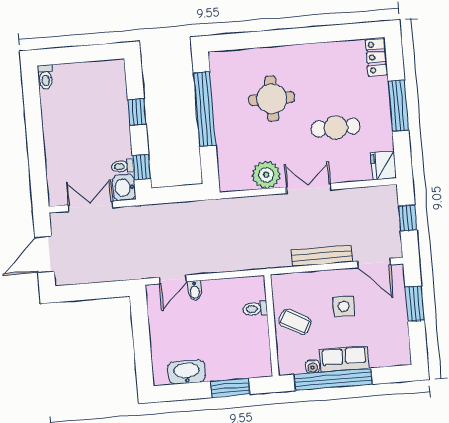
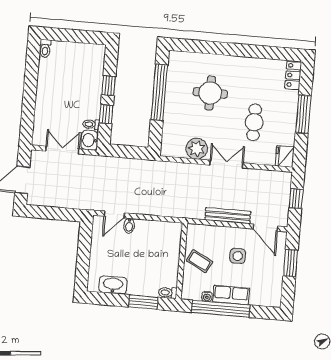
cafe table: (336, 127) -> (254, 122), turned 90
window: (141, 167) -> (106, 114), moved
toilet: (255, 309) -> (168, 293), moved

